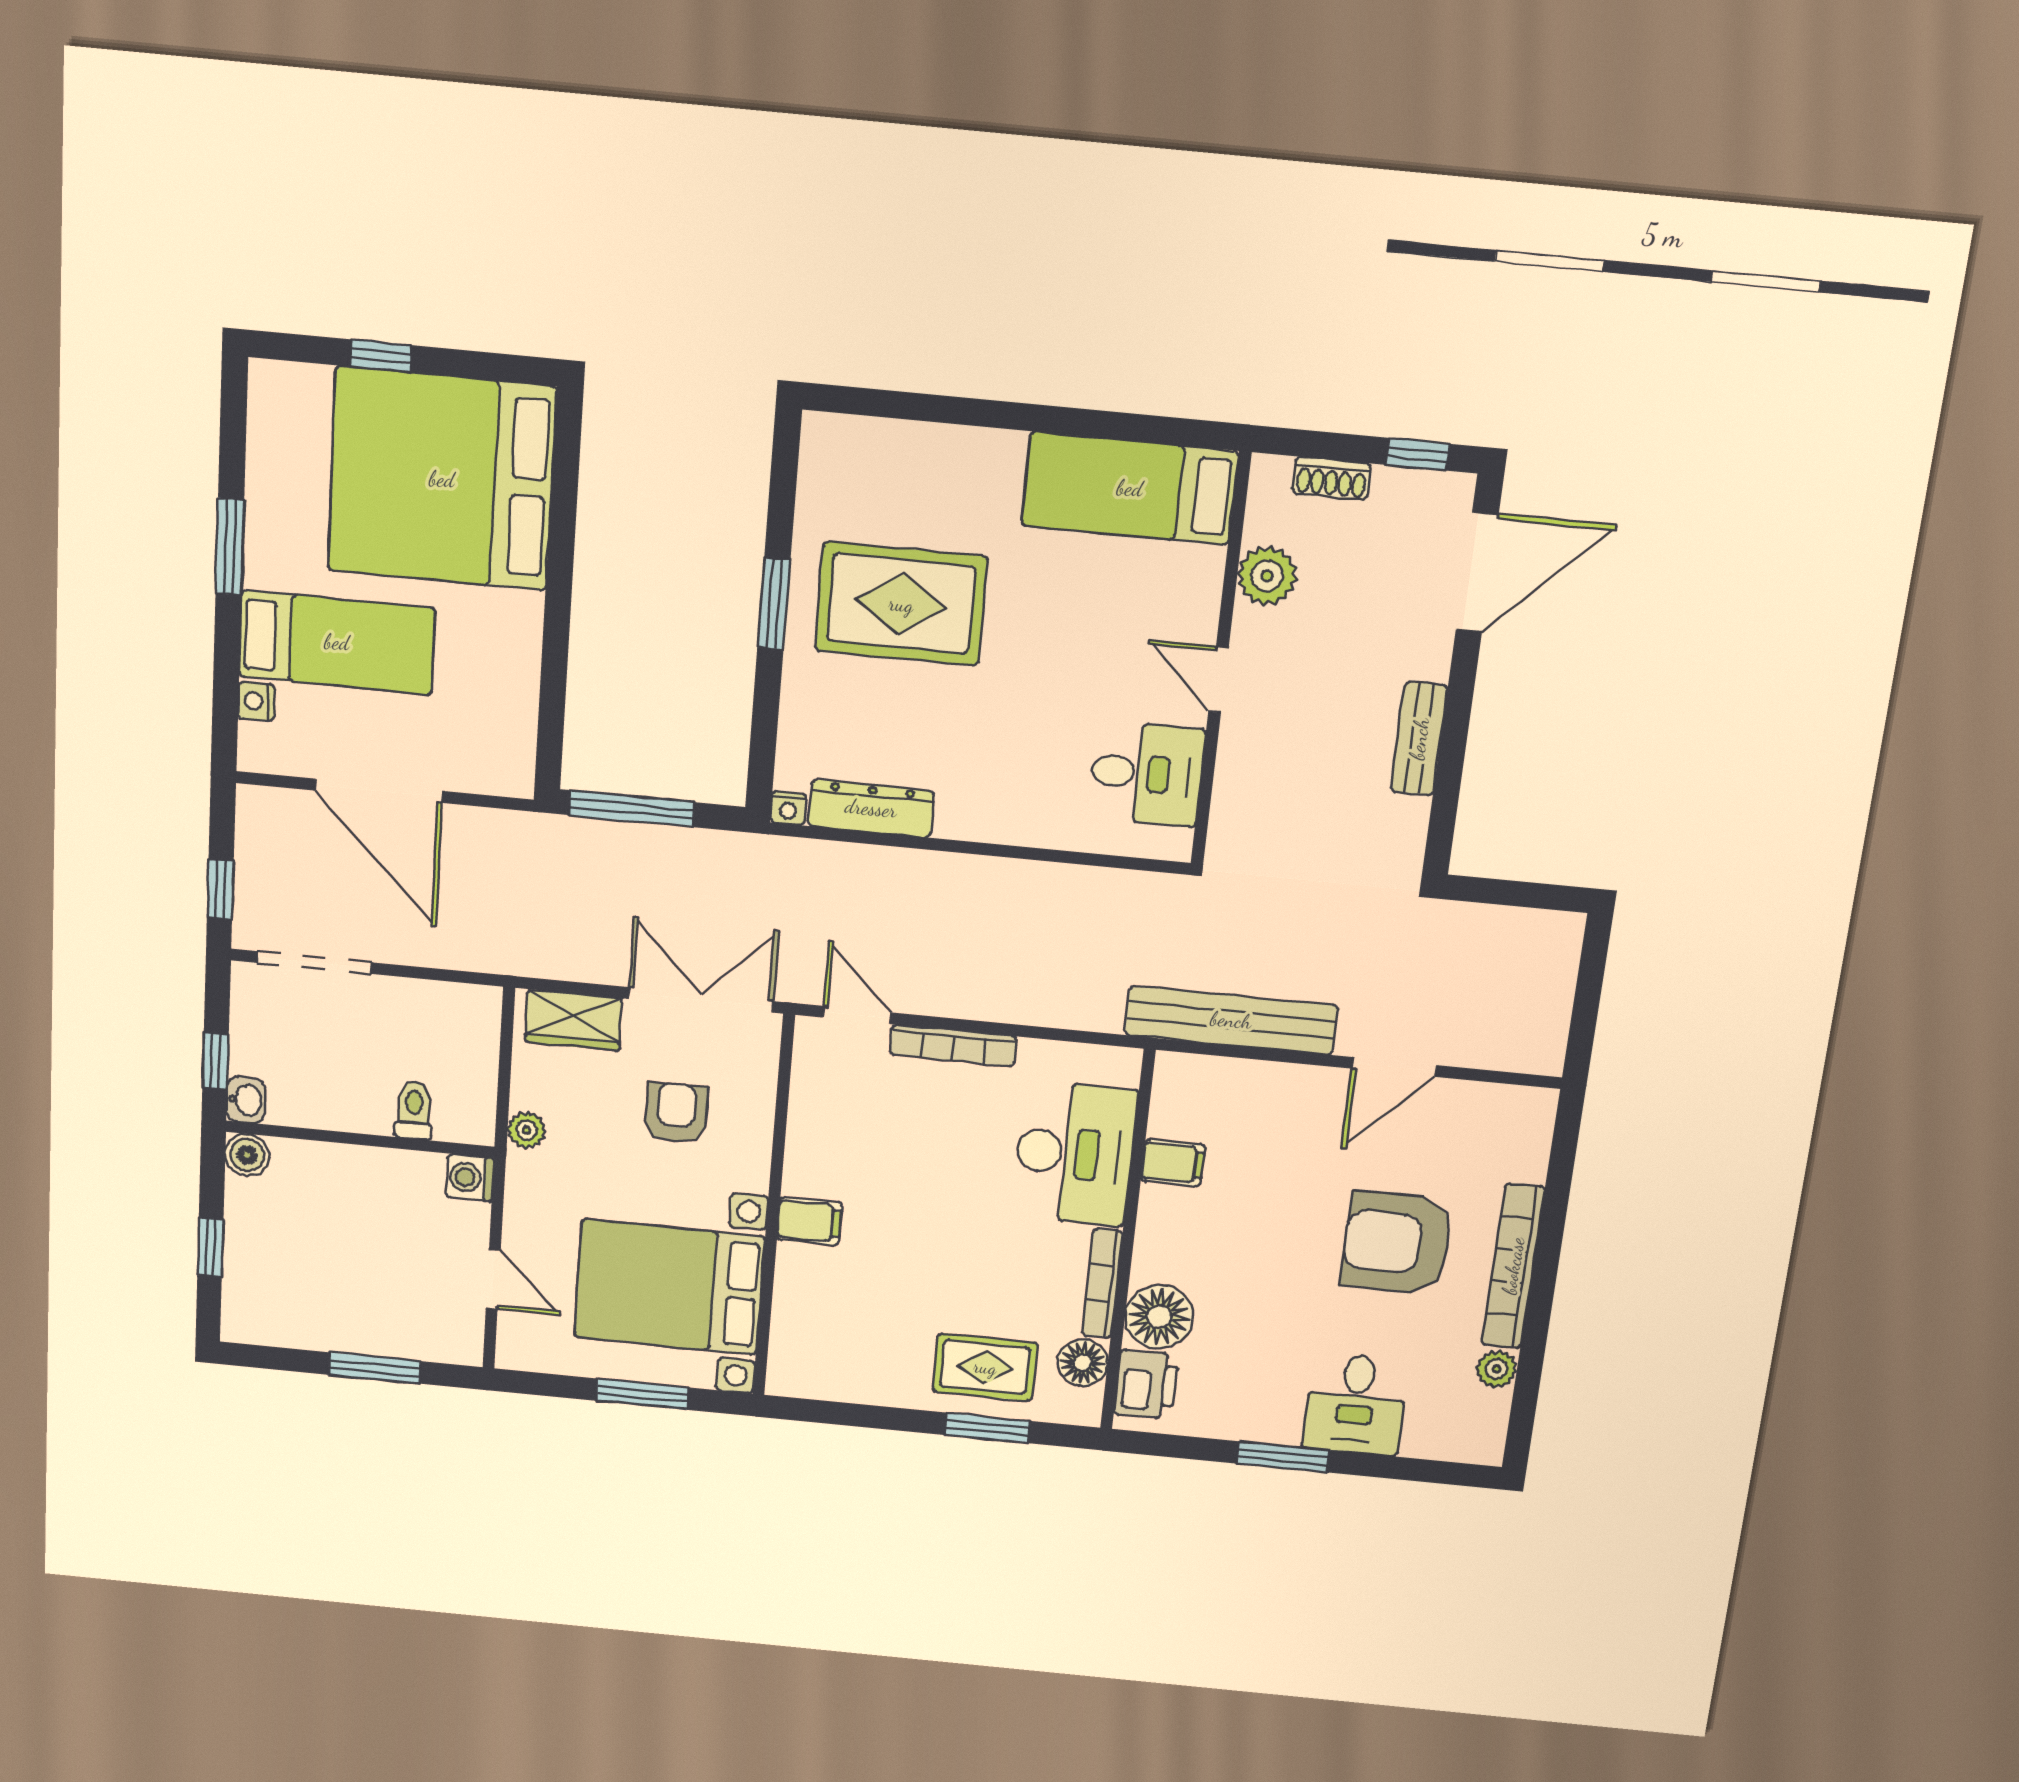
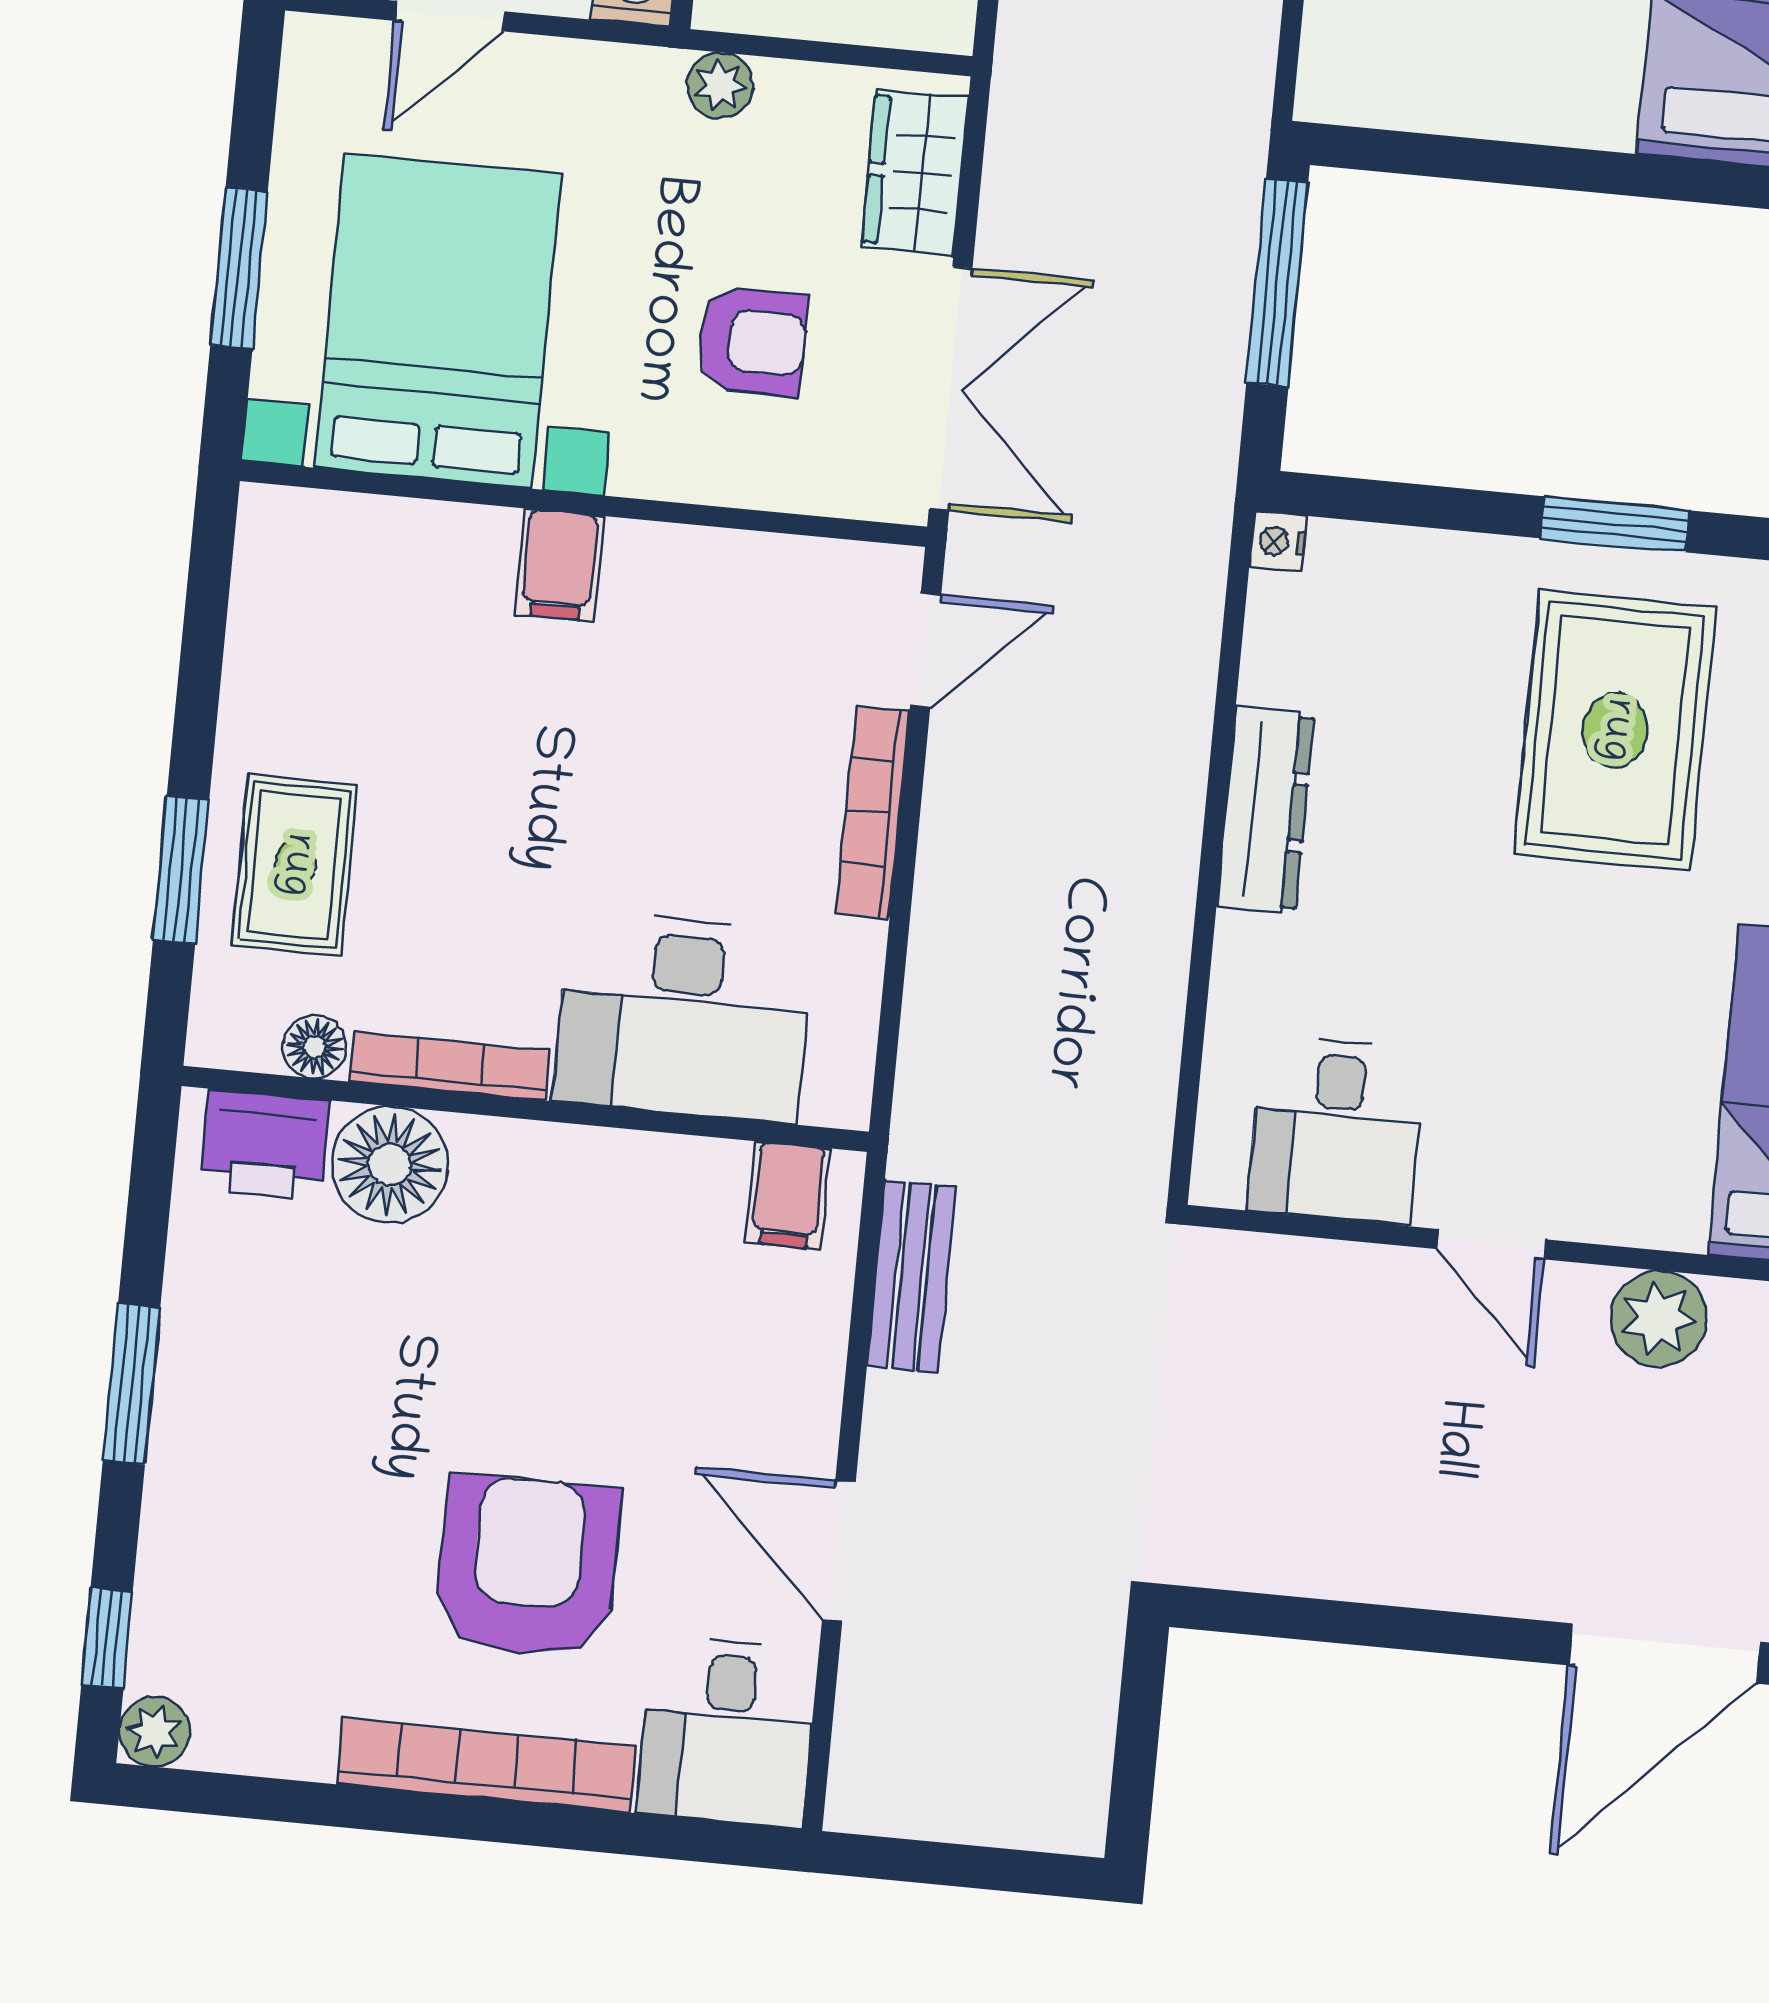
door: (1477, 572) -> (1664, 1654), hinge flipped
door: (1219, 680) -> (1491, 1244), swing flipped
bench: (1419, 739) -> (1395, 1571), removed
dresser: (871, 808) -> (1265, 810), moved
bench: (1231, 1020) -> (911, 1276), width x0.54, depth x0.82
filing cabinet: (1173, 1163) -> (788, 1195), moved
floor lamp: (1083, 1363) -> (315, 1047), width x0.73, depth x0.73
plant: (1497, 1369) -> (154, 1732), moved
desk: (1355, 1404) -> (727, 1732), moved, turned -90
window: (1430, 1471) -> (107, 1638), added

